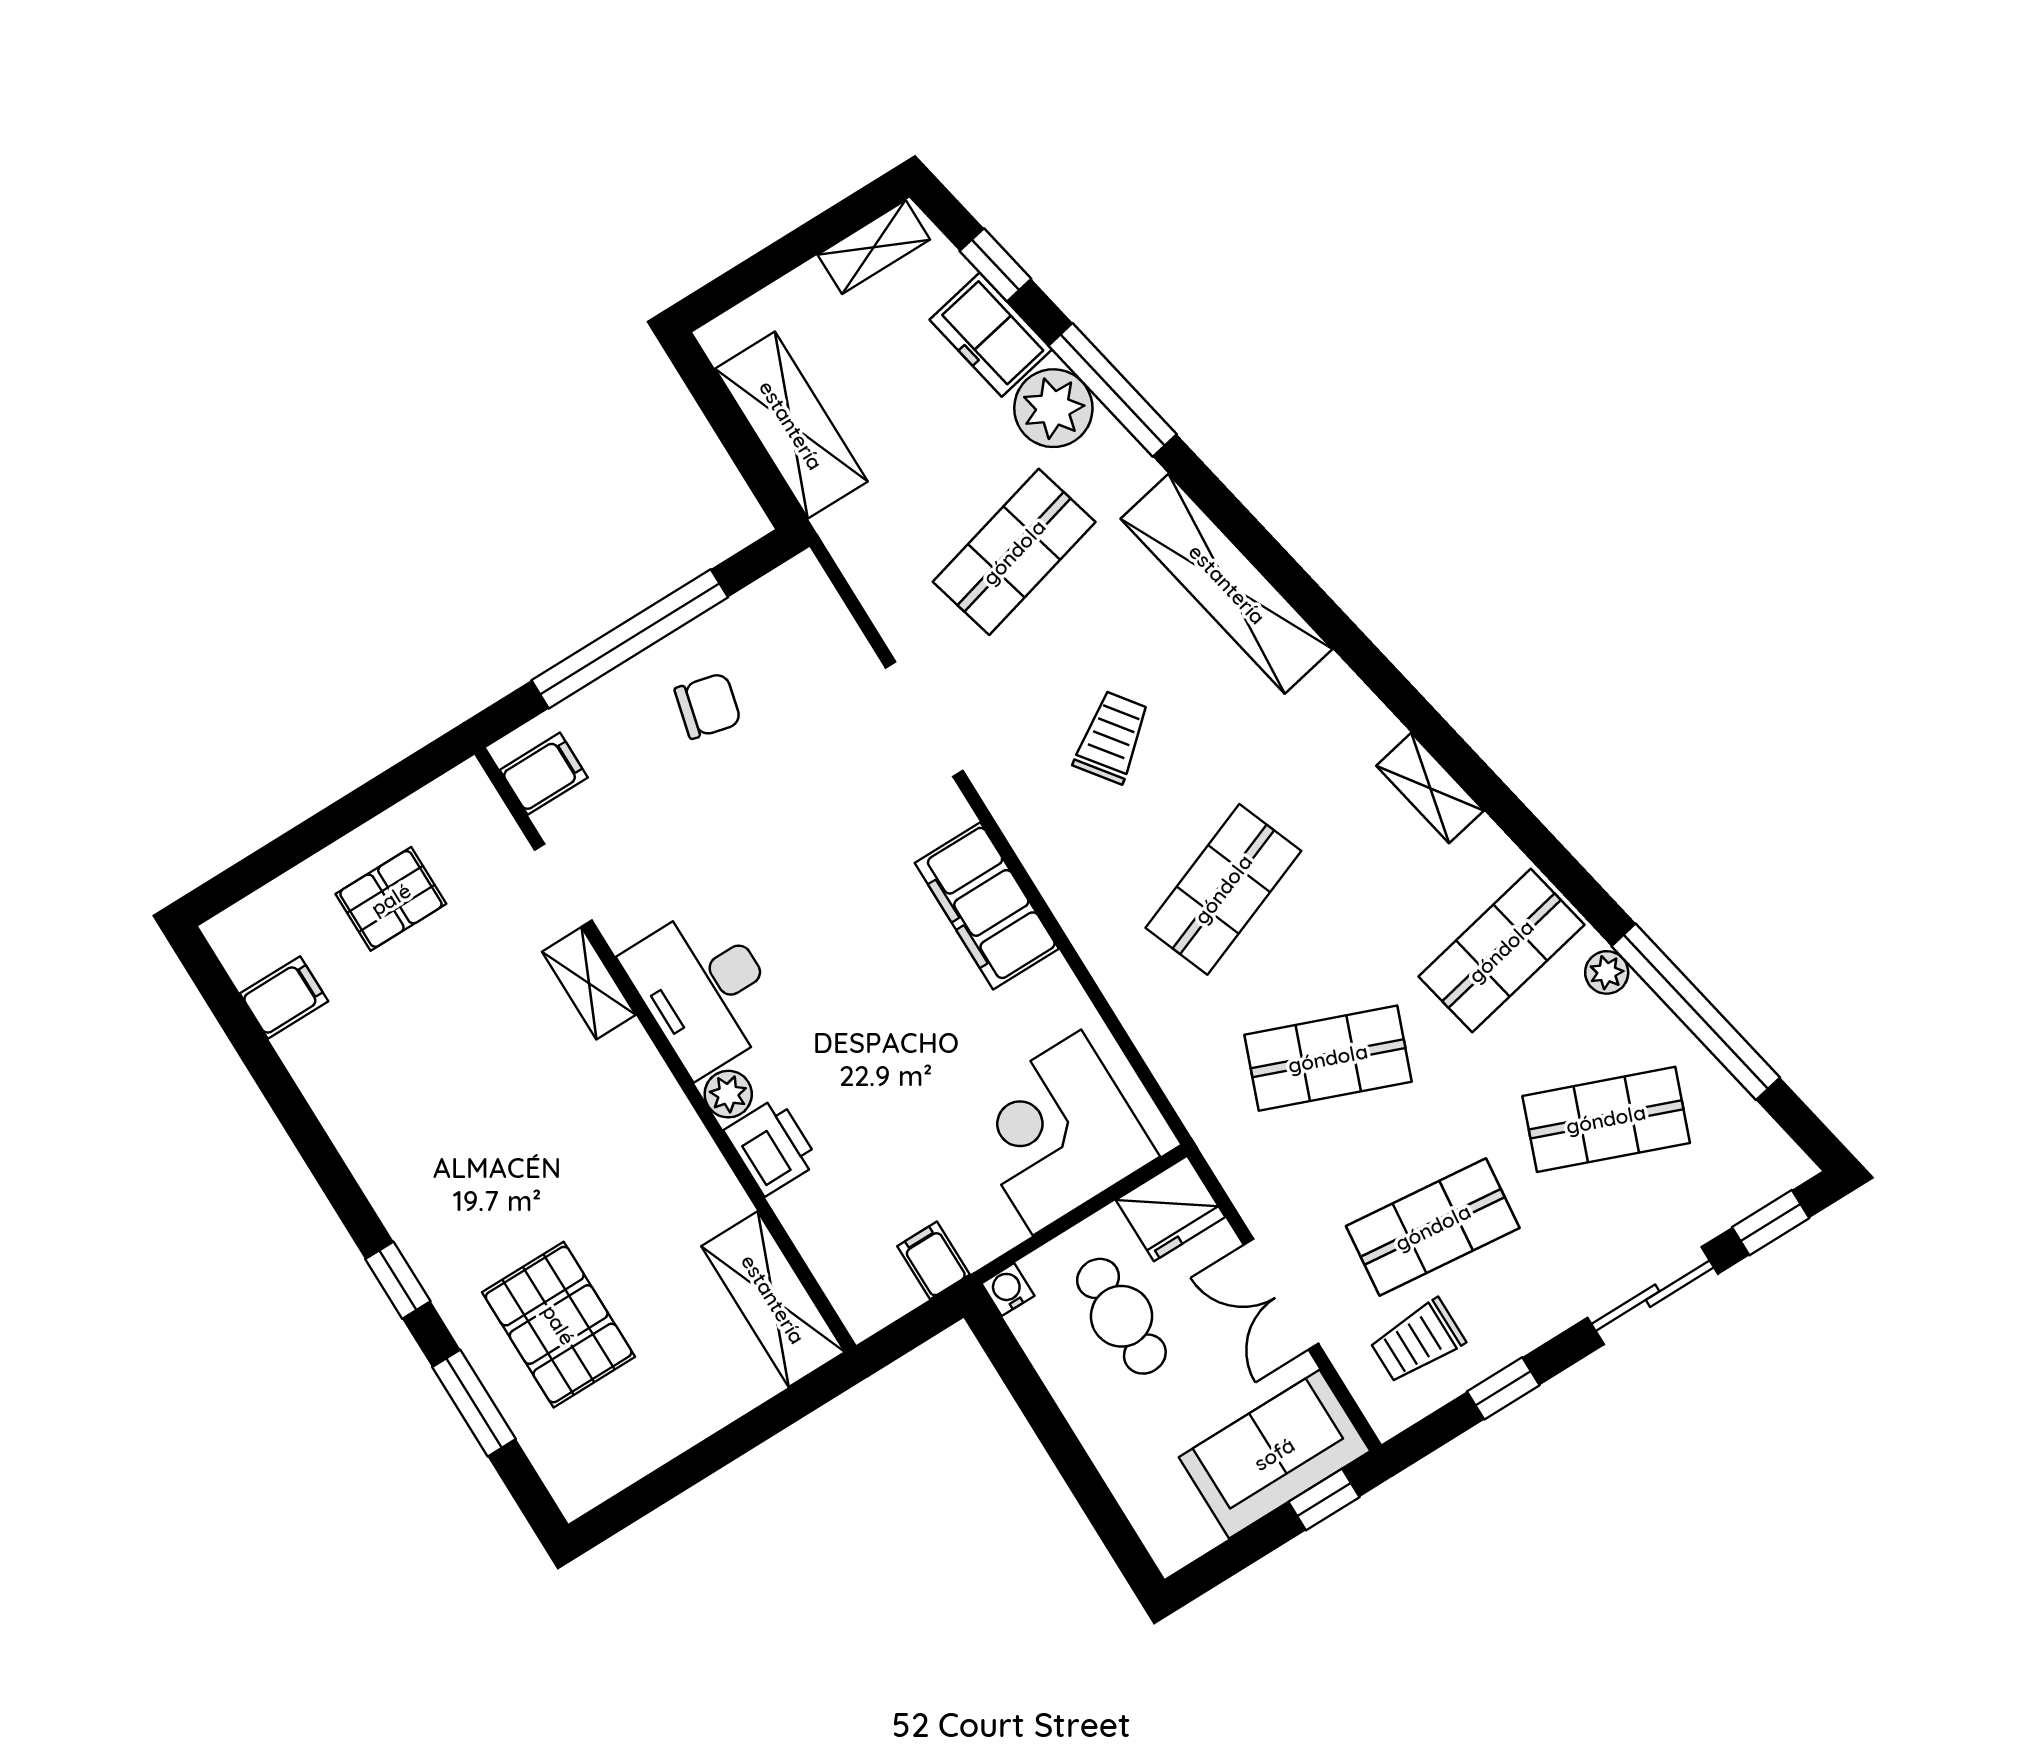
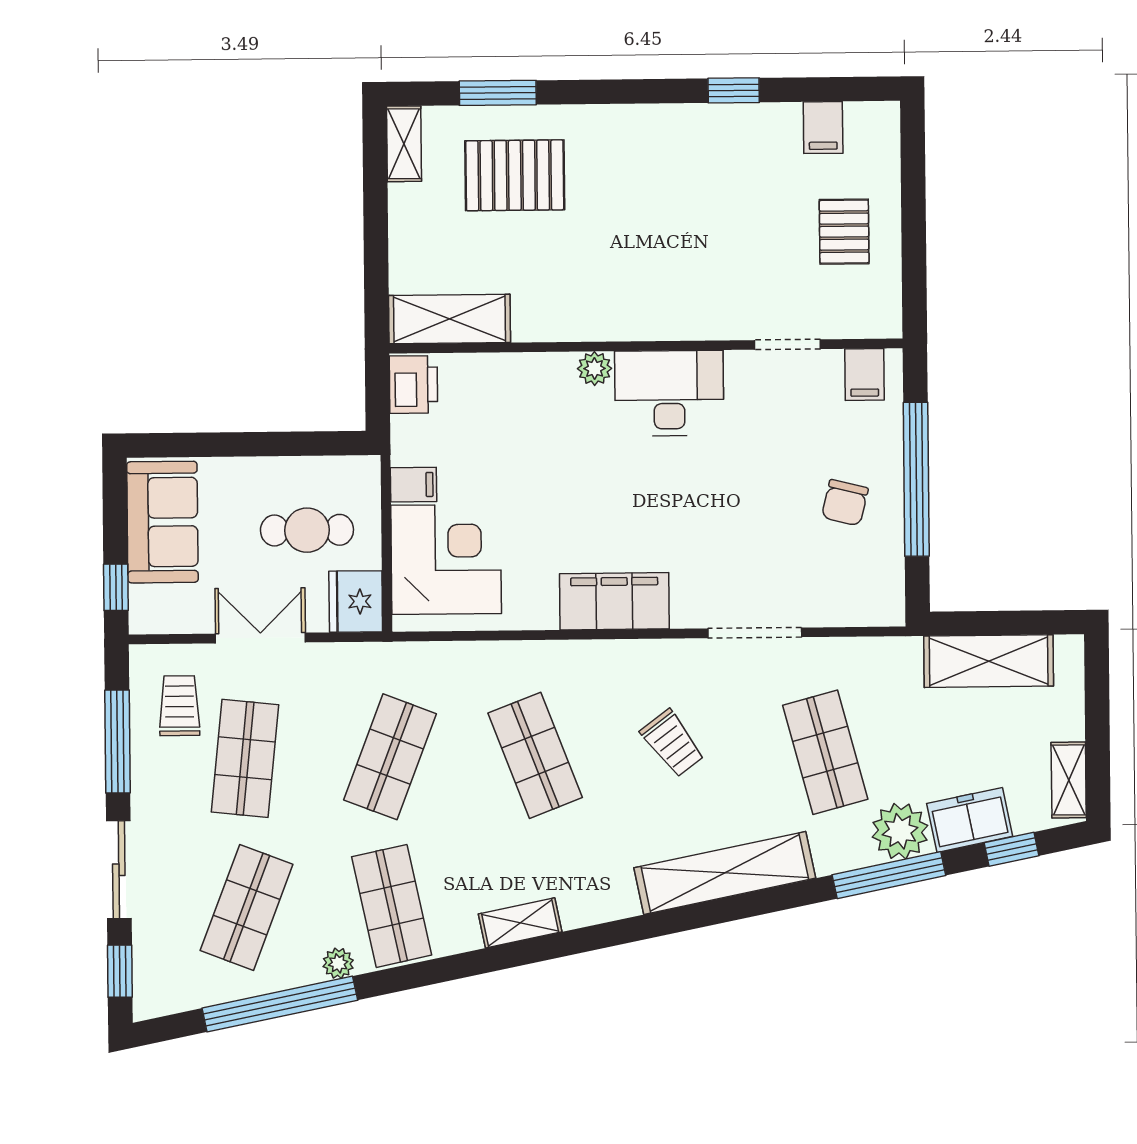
shelving: (589, 983) -> (404, 144), moved, turned 90
printer: (772, 1146) -> (413, 385), moved, turned -90
filing cabinet: (933, 1260) -> (413, 485), moved
window: (398, 1280) -> (734, 90), moved
water cooler: (1008, 1290) -> (367, 469), removed
window: (1503, 1388) -> (117, 741), width x2.17
sofa: (1274, 1454) -> (162, 522), moved

